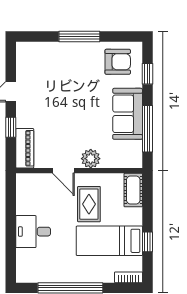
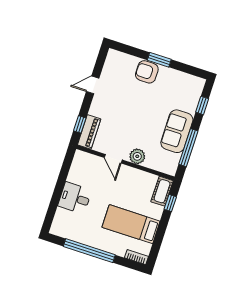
window: (79, 36) -> (159, 60), width x0.69
armchair: (118, 62) -> (147, 72), moved, turned 180
window: (11, 127) -> (80, 124), moved
rug: (89, 204) -> (125, 191), removed
window: (147, 242) -> (170, 203), moved

